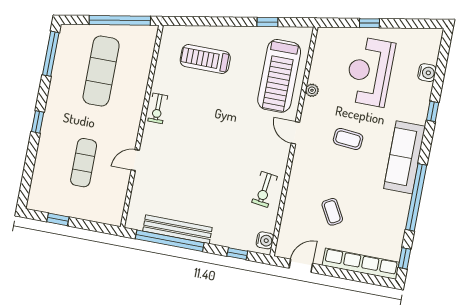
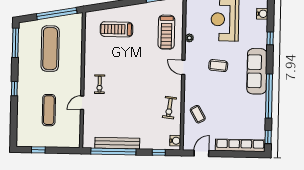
treadmill: (279, 76) -> (166, 32), width x0.73, depth x0.73
exercise bike: (158, 108) -> (100, 84), moved
coffee table: (332, 212) -> (198, 114), moved

